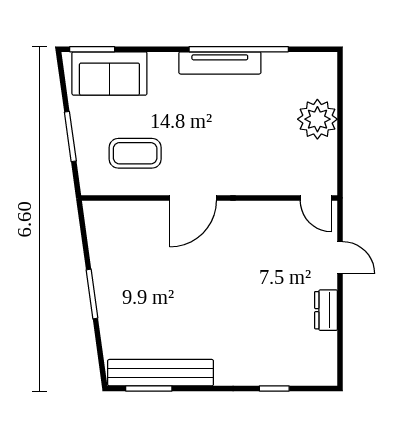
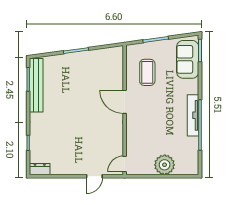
dresser: (326, 310) -> (40, 169), moved

